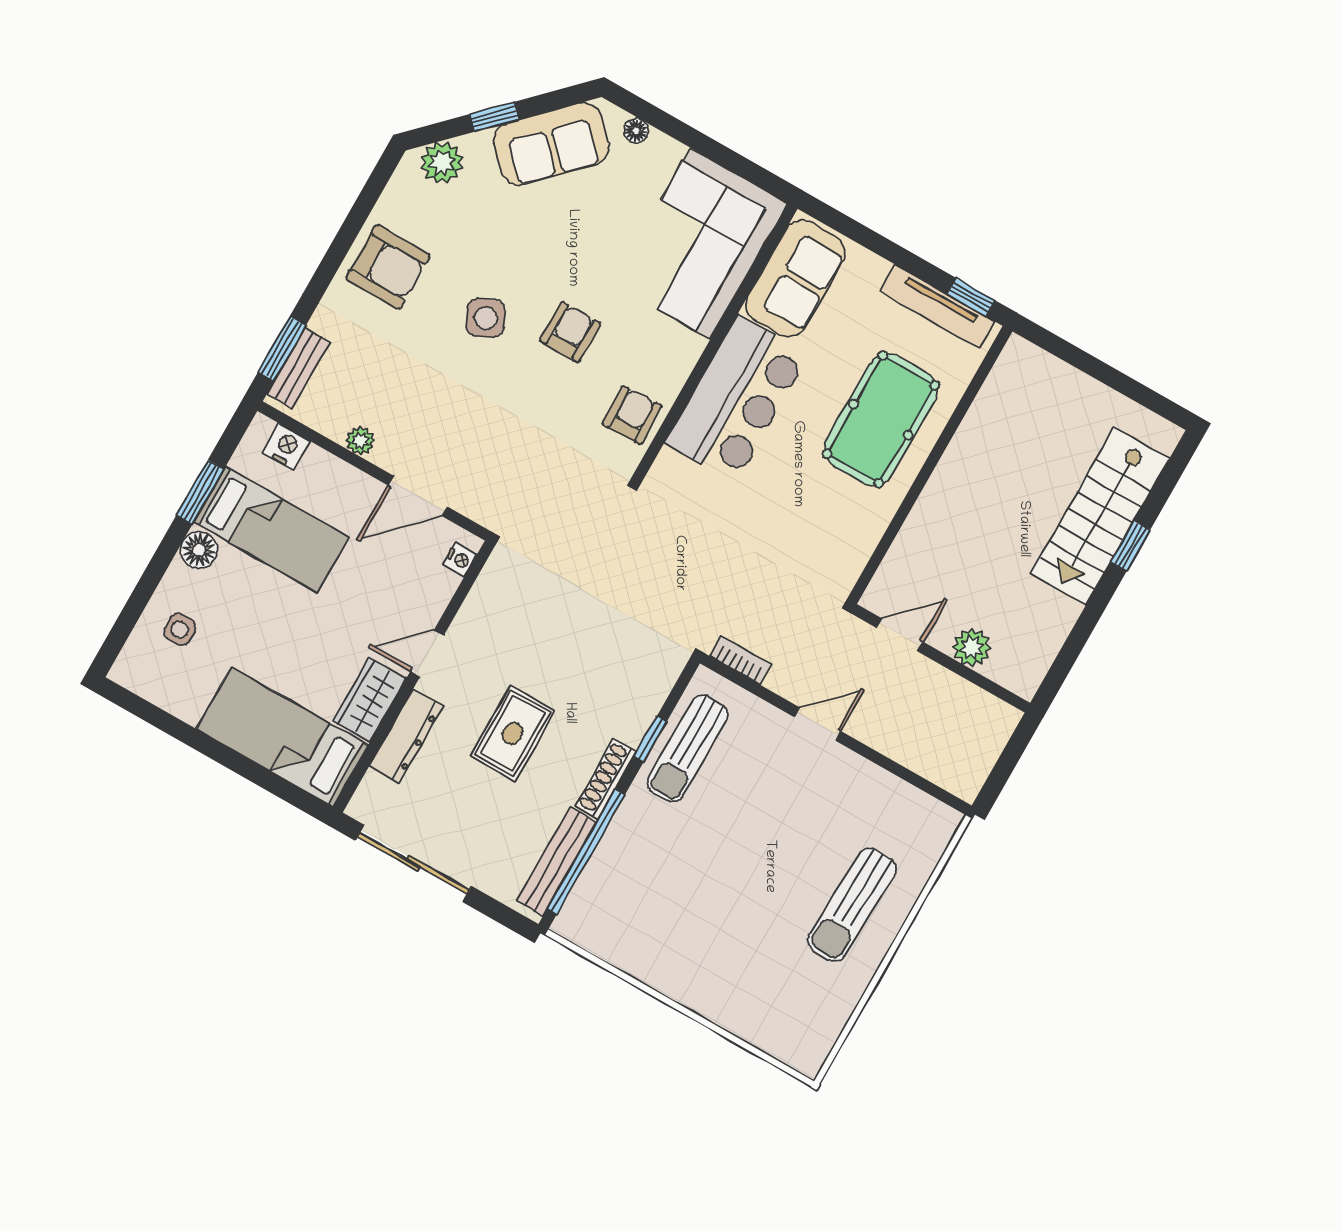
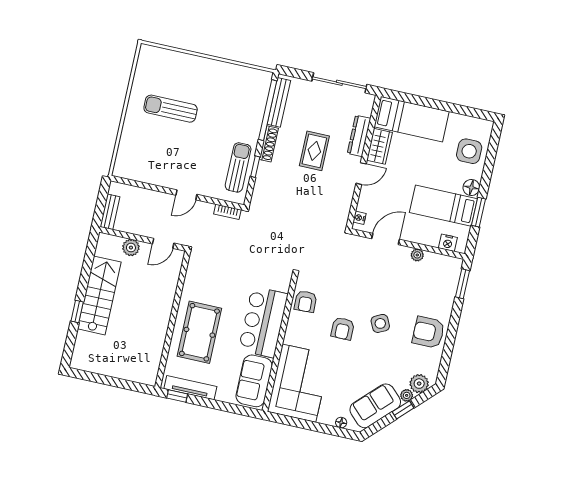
plant: (477, 146) -> (407, 395), added
bench: (299, 368) -> (110, 212), moved
stairs: (1100, 516) -> (99, 295), moved
side table: (180, 630) -> (469, 151), width x1.87, depth x1.87
sun lounger: (852, 905) -> (171, 109), moved, turned -92

